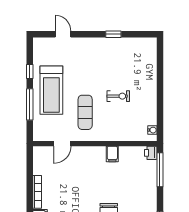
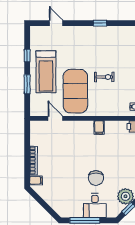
window: (30, 104) -> (27, 84), width x0.69
exercise mat: (85, 112) -> (75, 91), width x2.00, depth x1.45
door: (62, 144) -> (55, 118), swing flipped

